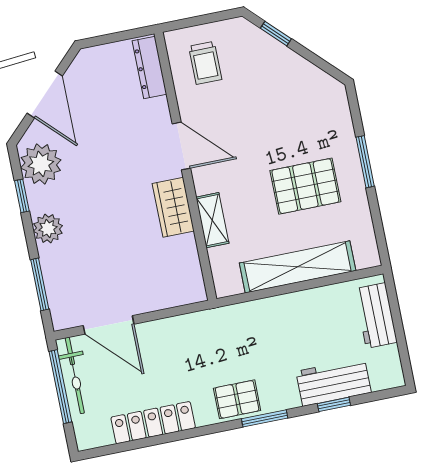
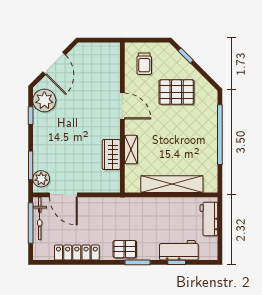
dresser: (149, 67) -> (114, 60), removed
window: (365, 162) -> (220, 135), width x2.11
pallet: (305, 186) -> (177, 92), moved
wardrobe: (173, 207) -> (111, 154), moved
plant: (48, 228) -> (41, 179), moved

